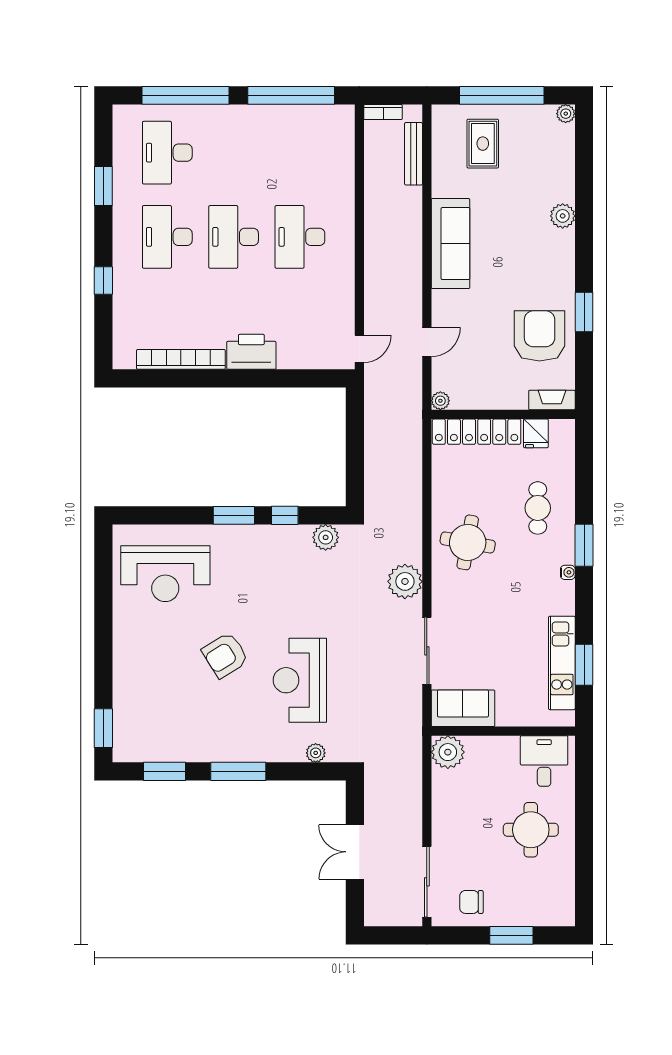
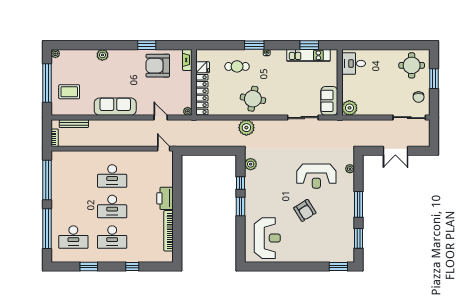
plant: (405, 581) -> (246, 128), moved
round table: (531, 830) -> (412, 65), moved

